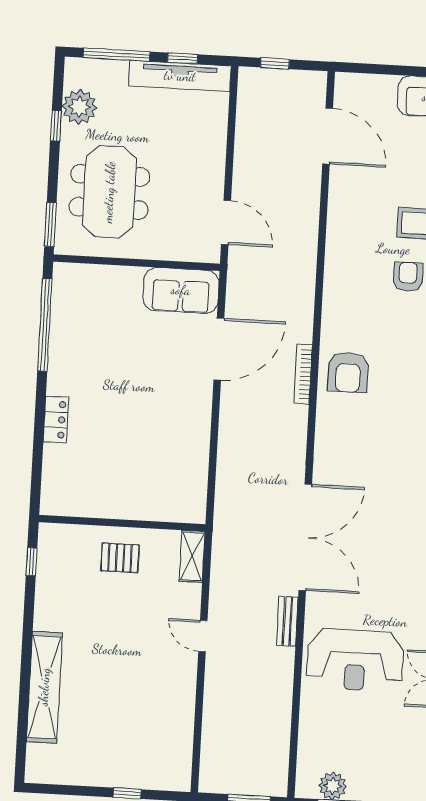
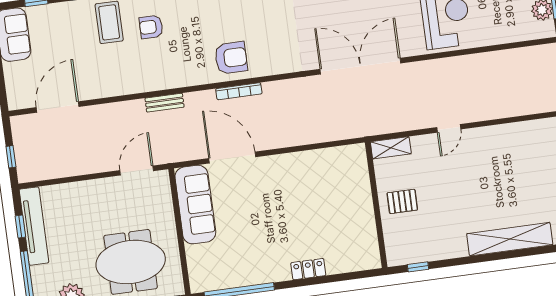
sofa: (181, 290) -> (195, 205), width x1.36
pallet: (120, 558) -> (402, 201), turned 90
bench: (287, 621) -> (165, 103), moved

